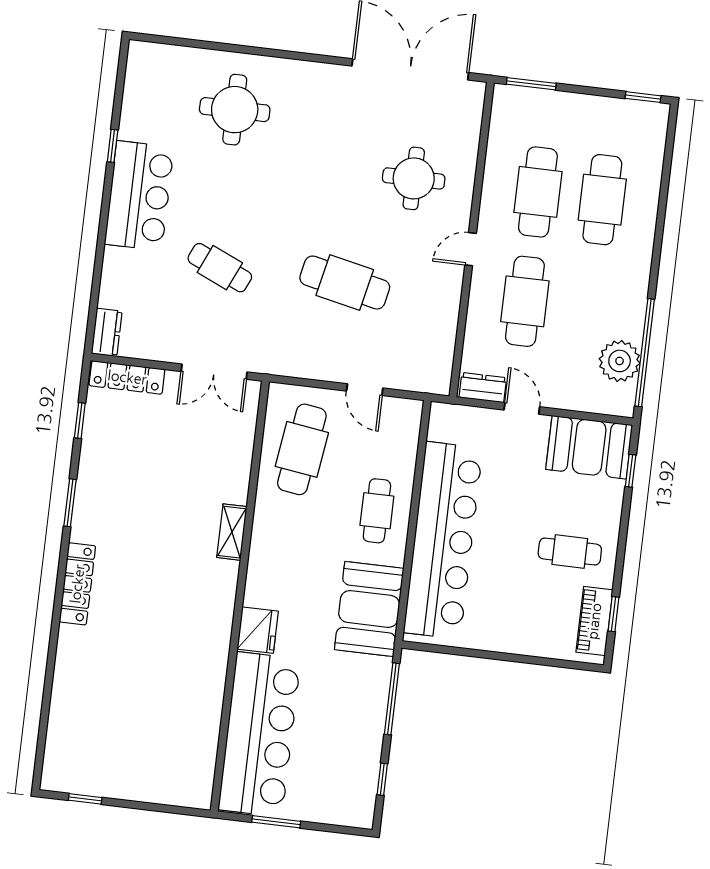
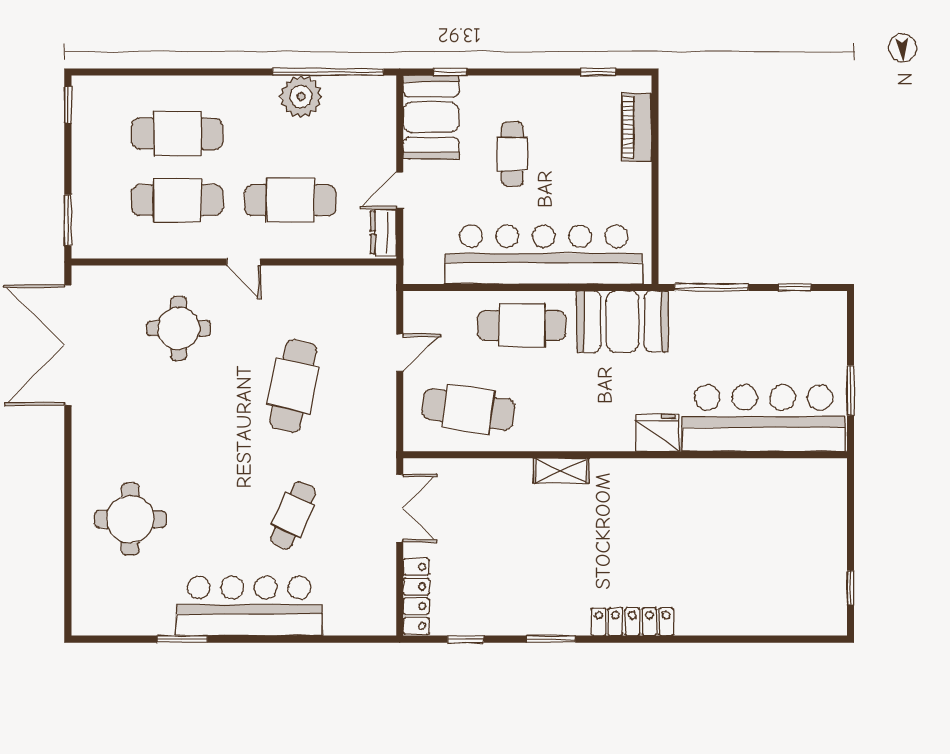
window: (113, 146) -> (182, 639), width x1.50
bar counter: (139, 196) -> (249, 606), width x1.36
dresser: (107, 332) -> (373, 622), removed
plant: (620, 361) -> (301, 97), moved
cafe table: (377, 511) -> (522, 326), width x1.37, depth x1.35
cafe table: (570, 552) -> (512, 154), moved
piano: (594, 621) -> (636, 127), moved, turned 90

